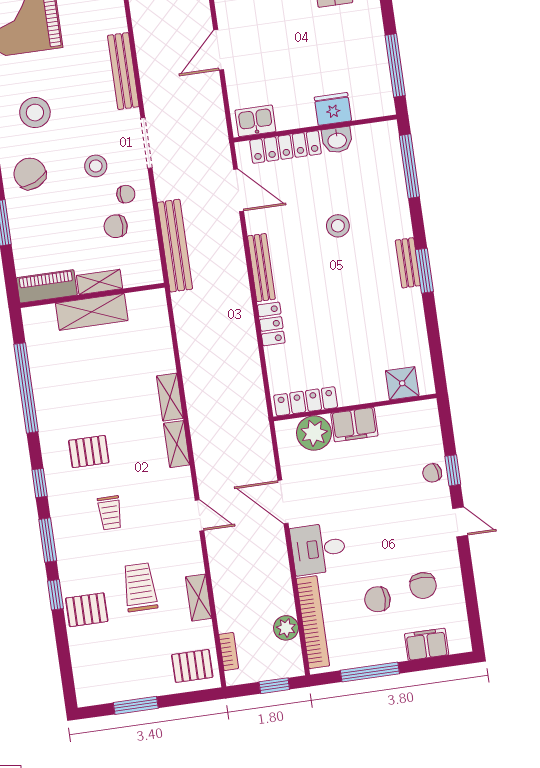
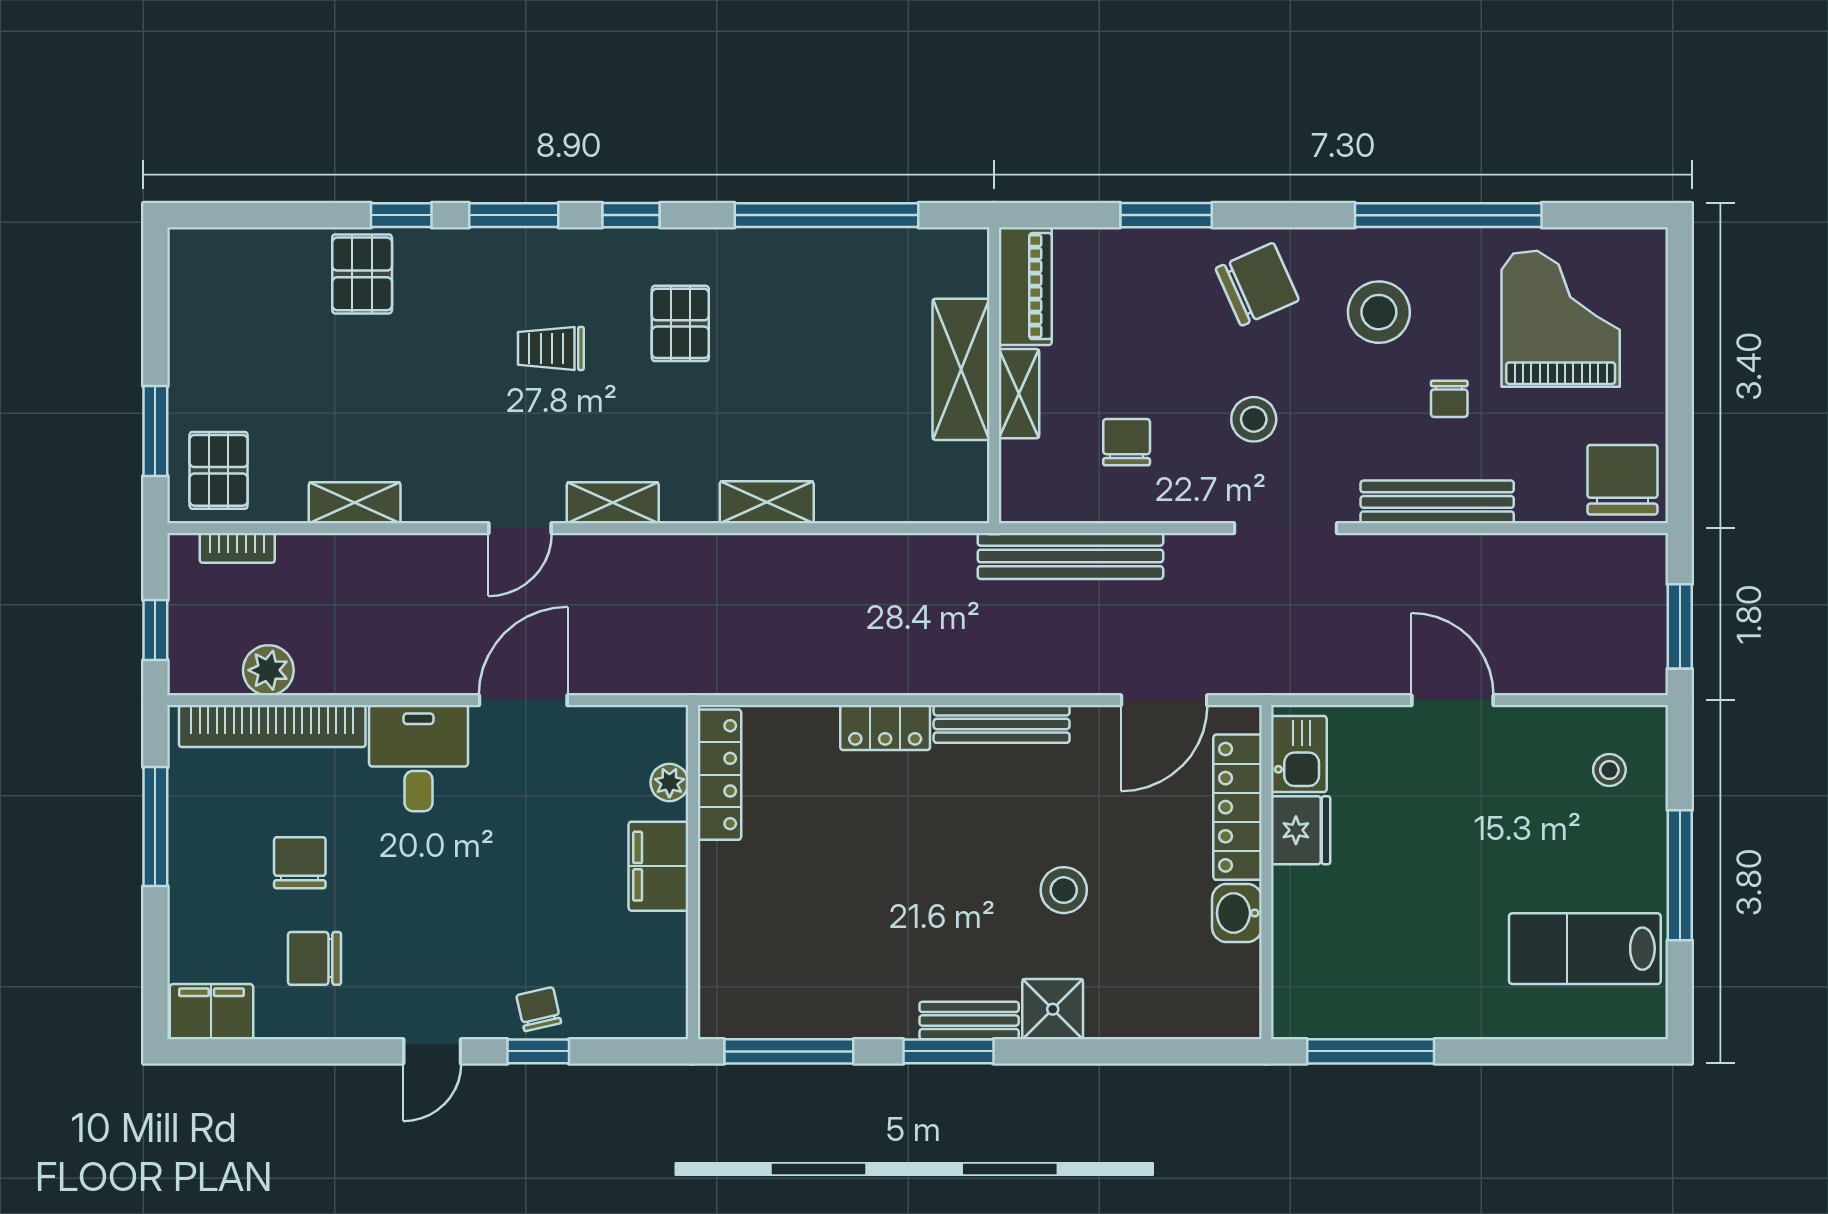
fridge: (333, 109) -> (1301, 830), moved
window: (409, 166) -> (789, 1051), moved
chair: (126, 194) -> (1449, 399), moved
shower: (402, 383) -> (1053, 1009), moved
plant: (314, 433) -> (669, 782), width x0.53, depth x0.53
shelving: (177, 444) -> (613, 503), moved
trolley: (140, 587) -> (392, 388), removed
filing cabinet: (427, 644) -> (211, 1012), moved, turned -90
window: (136, 705) -> (155, 431), moved

